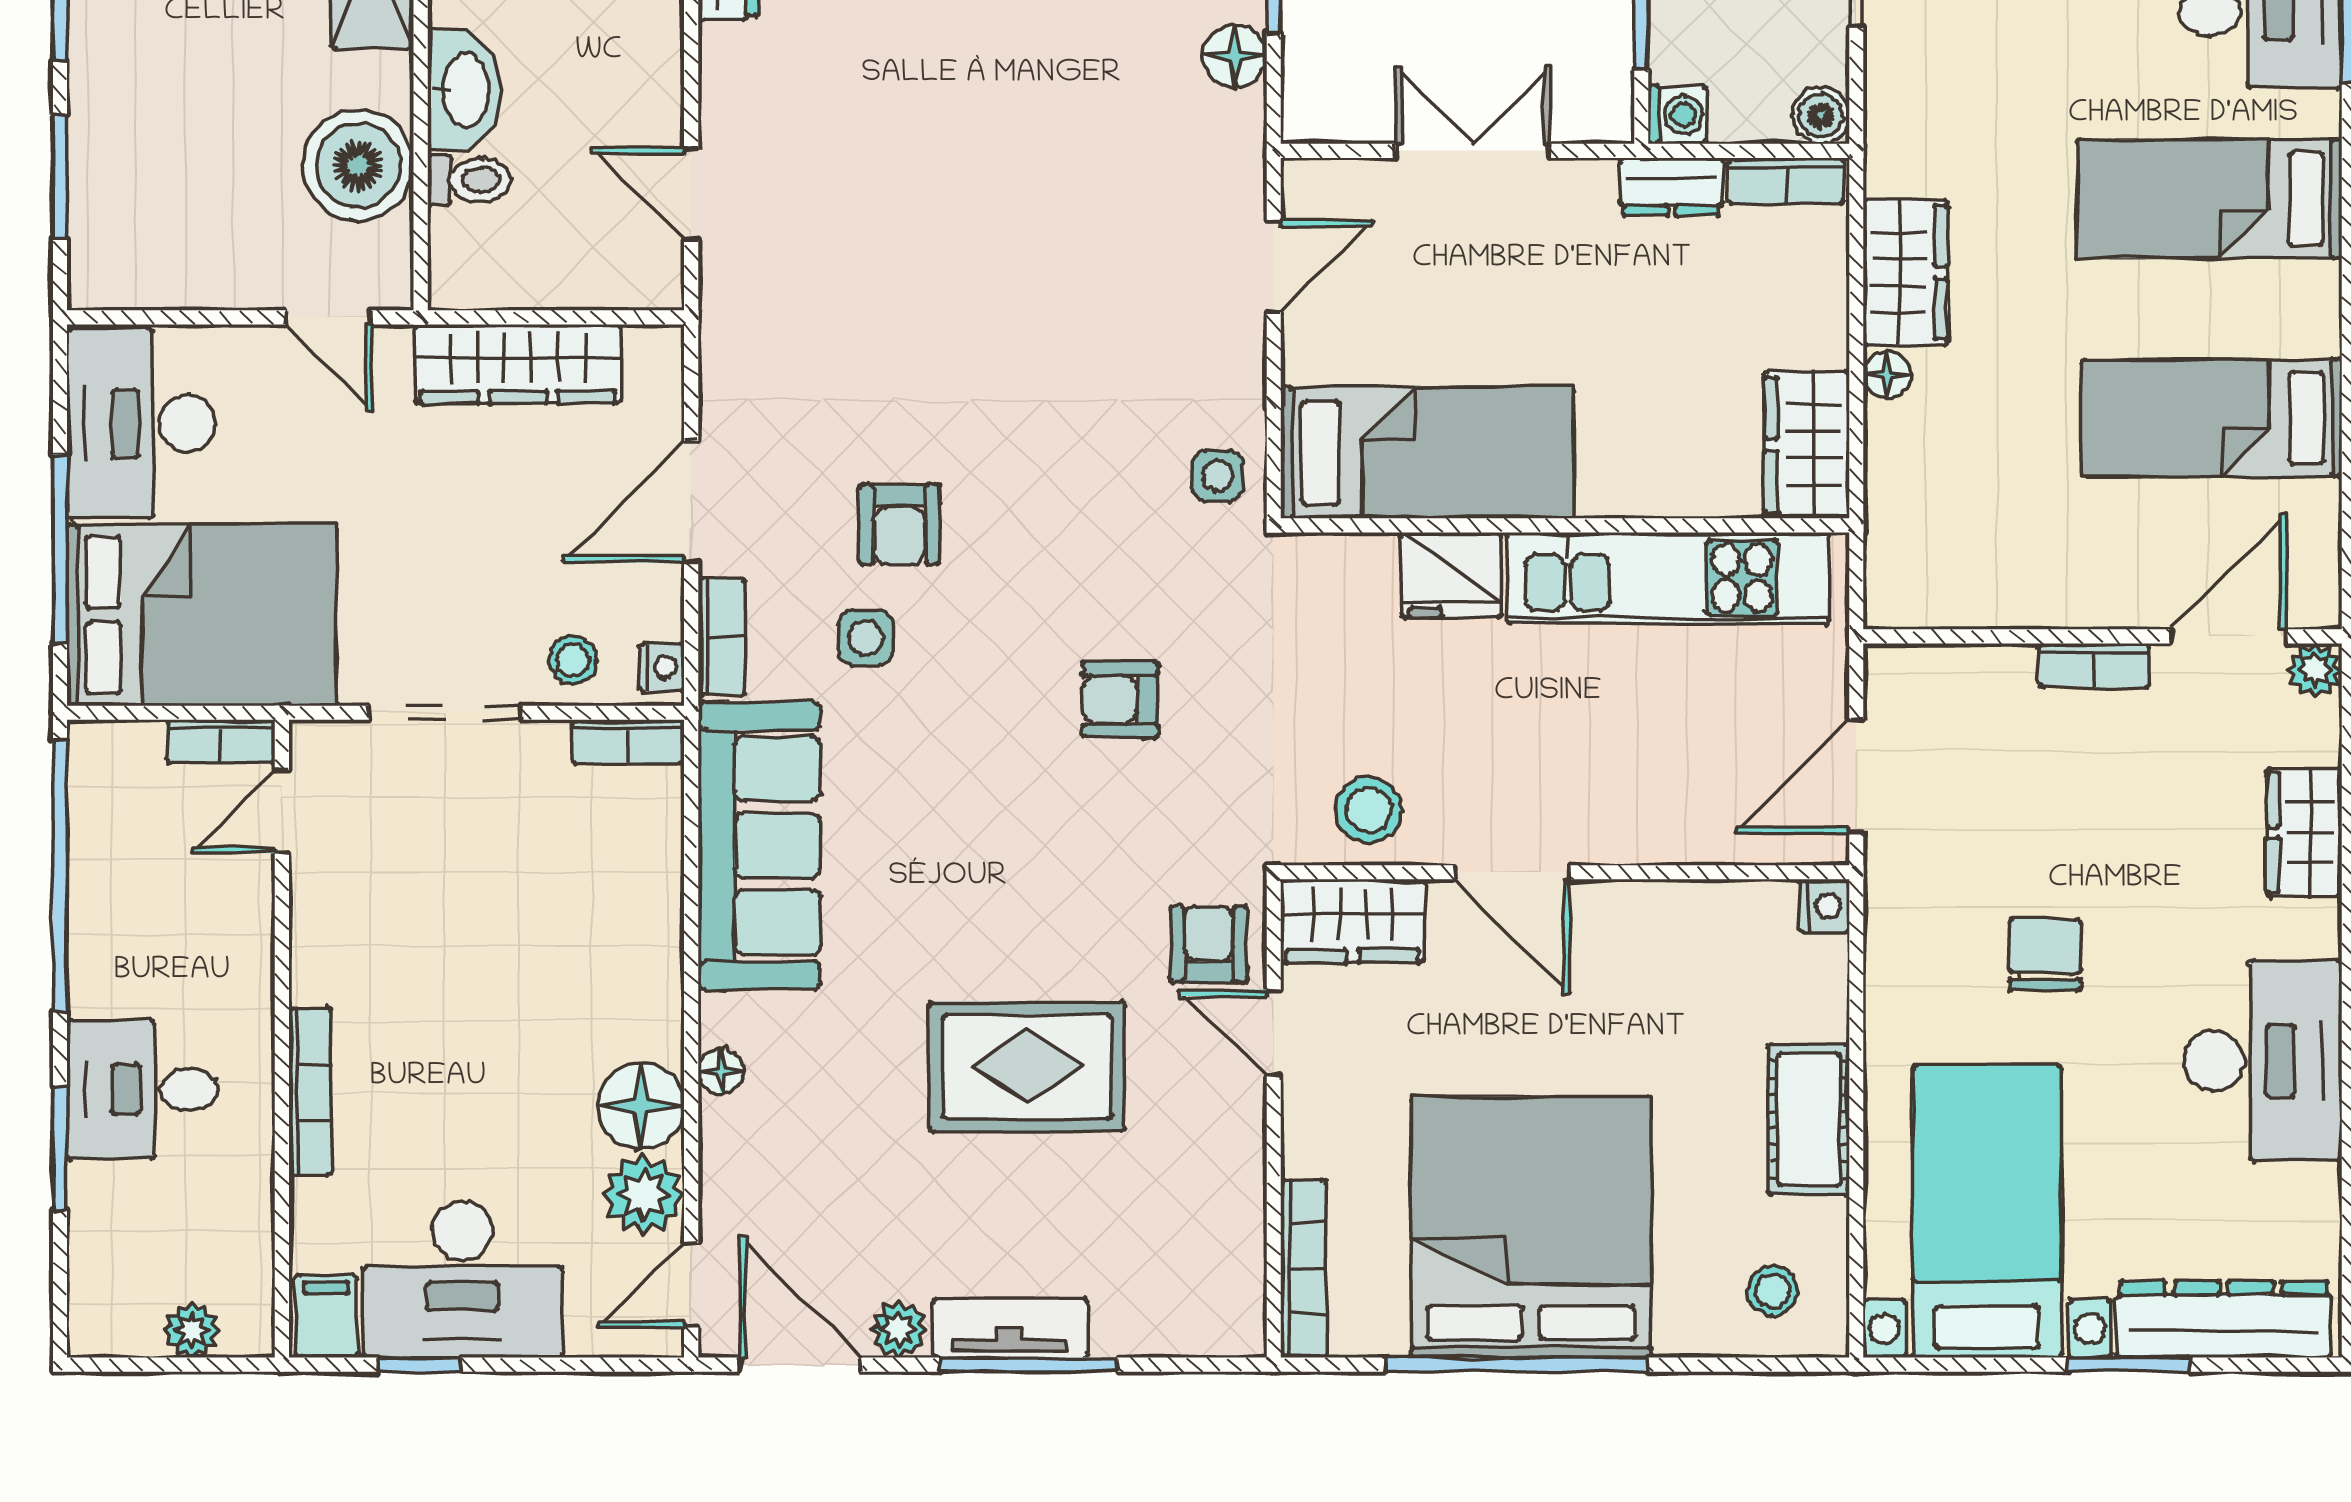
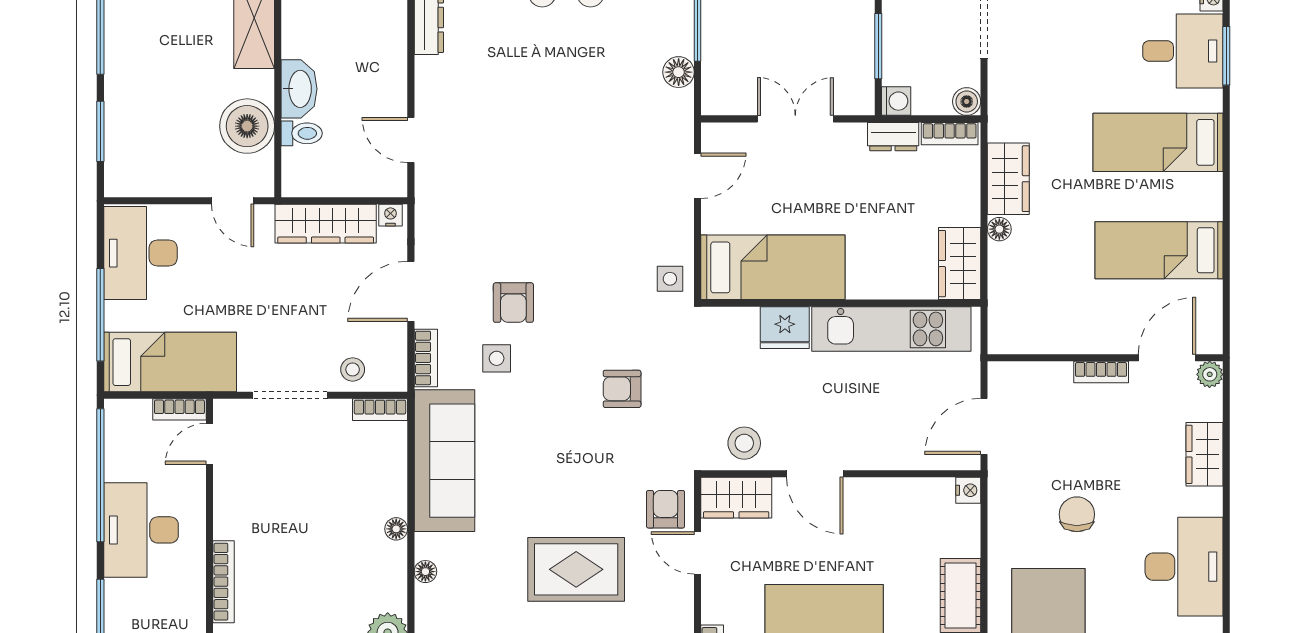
bed: (202, 615) -> (170, 362), width x0.67
nightstand: (662, 667) -> (390, 215), moved, turned -90
desk: (142, 1089) -> (141, 530), moved, width x1.37
floor lamp: (641, 1106) -> (396, 529), moved, width x0.53, depth x0.53

